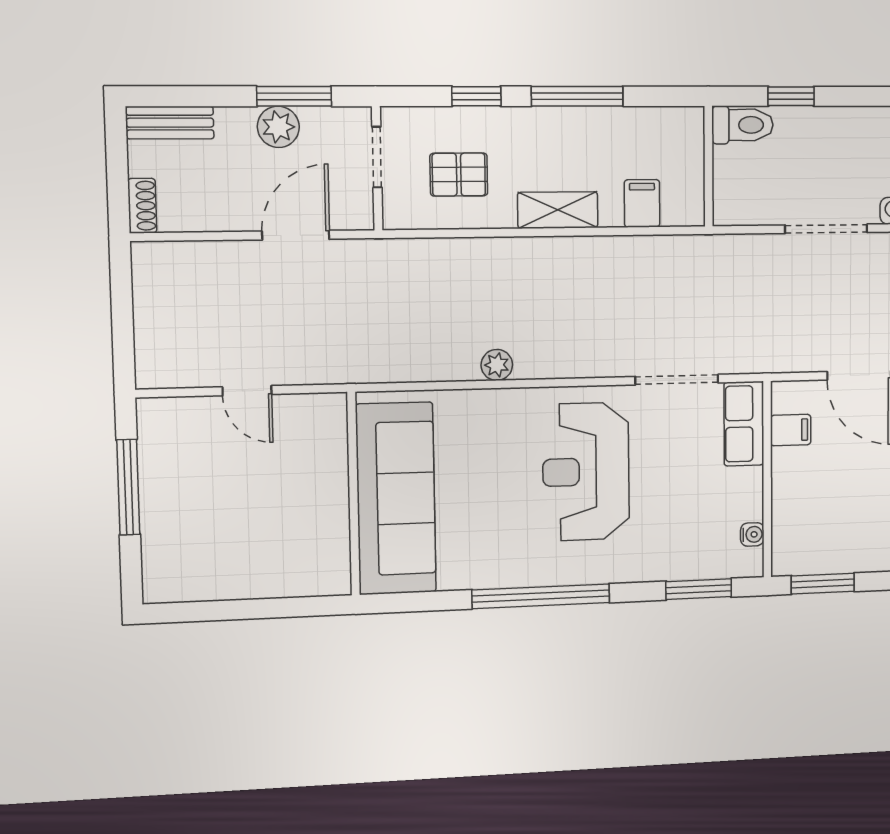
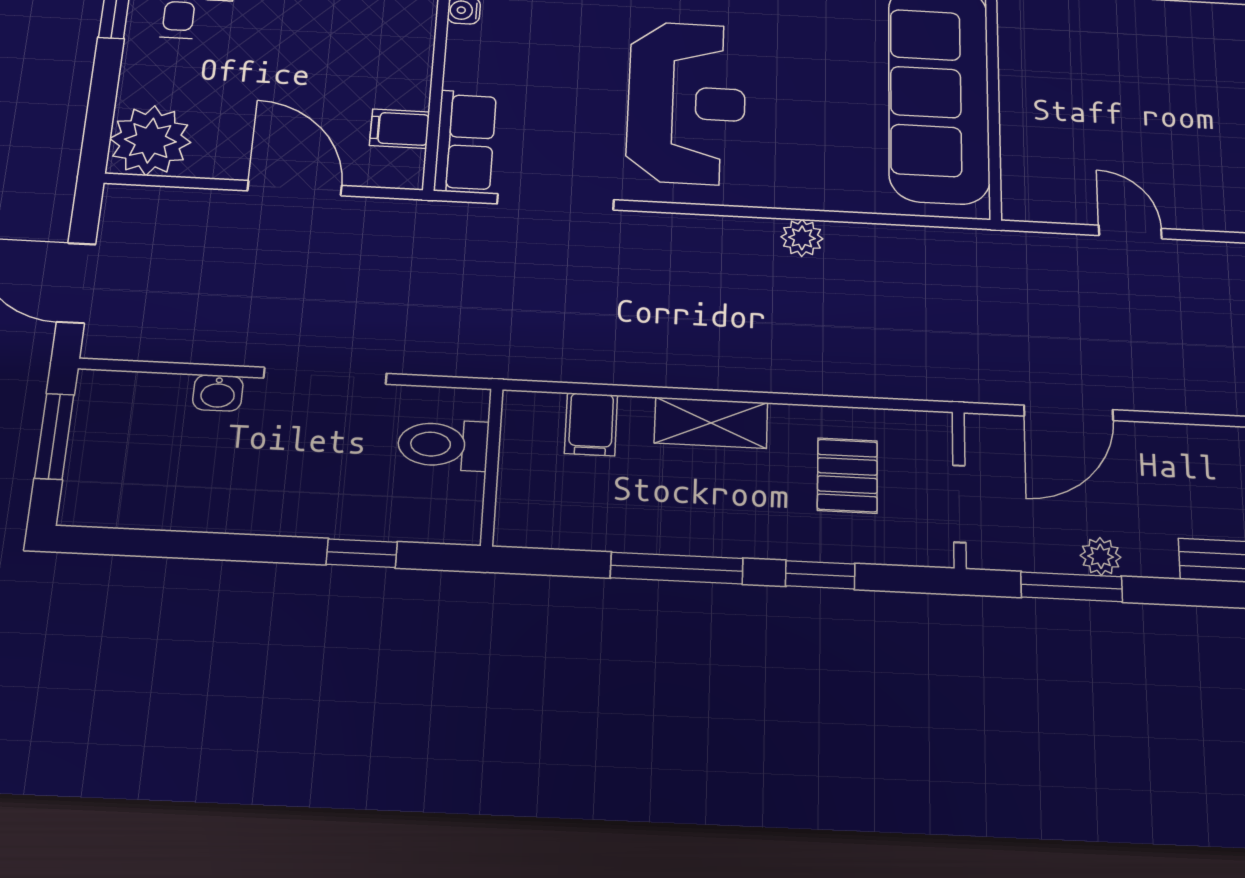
toilet: (743, 125) -> (443, 445), moved
plant: (278, 127) -> (1101, 556), width x0.73, depth x0.73
pallet: (459, 175) -> (847, 476), turned 90

